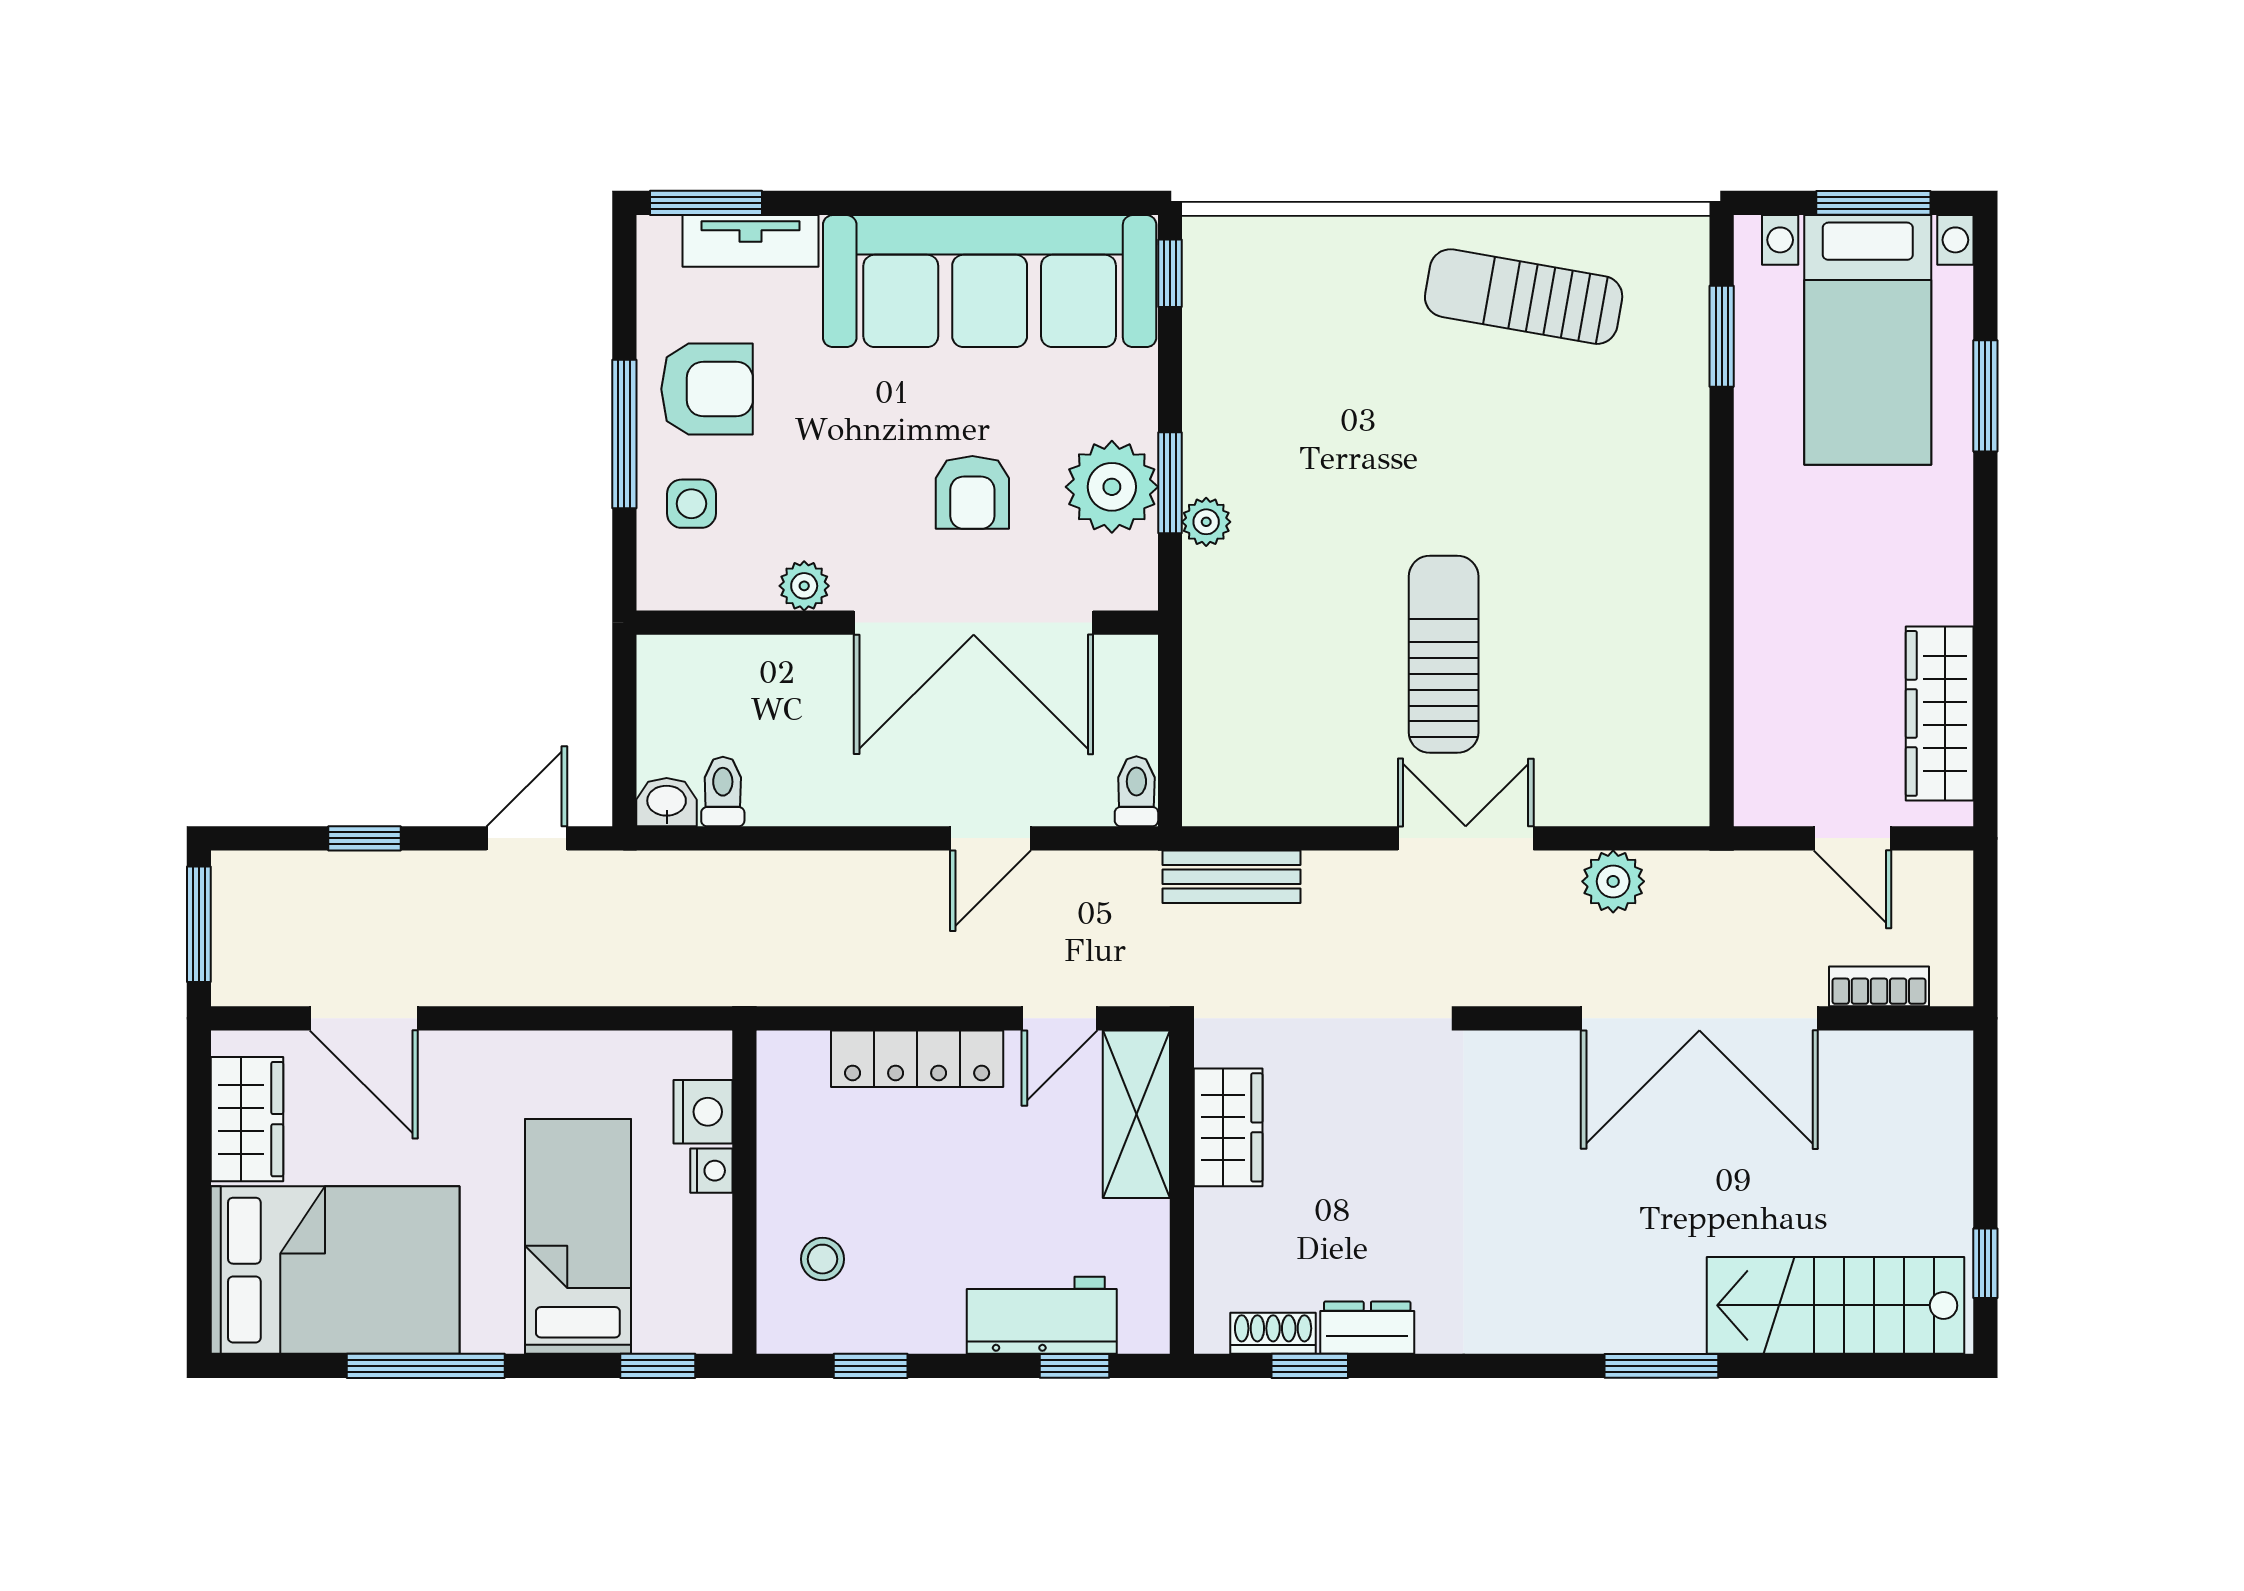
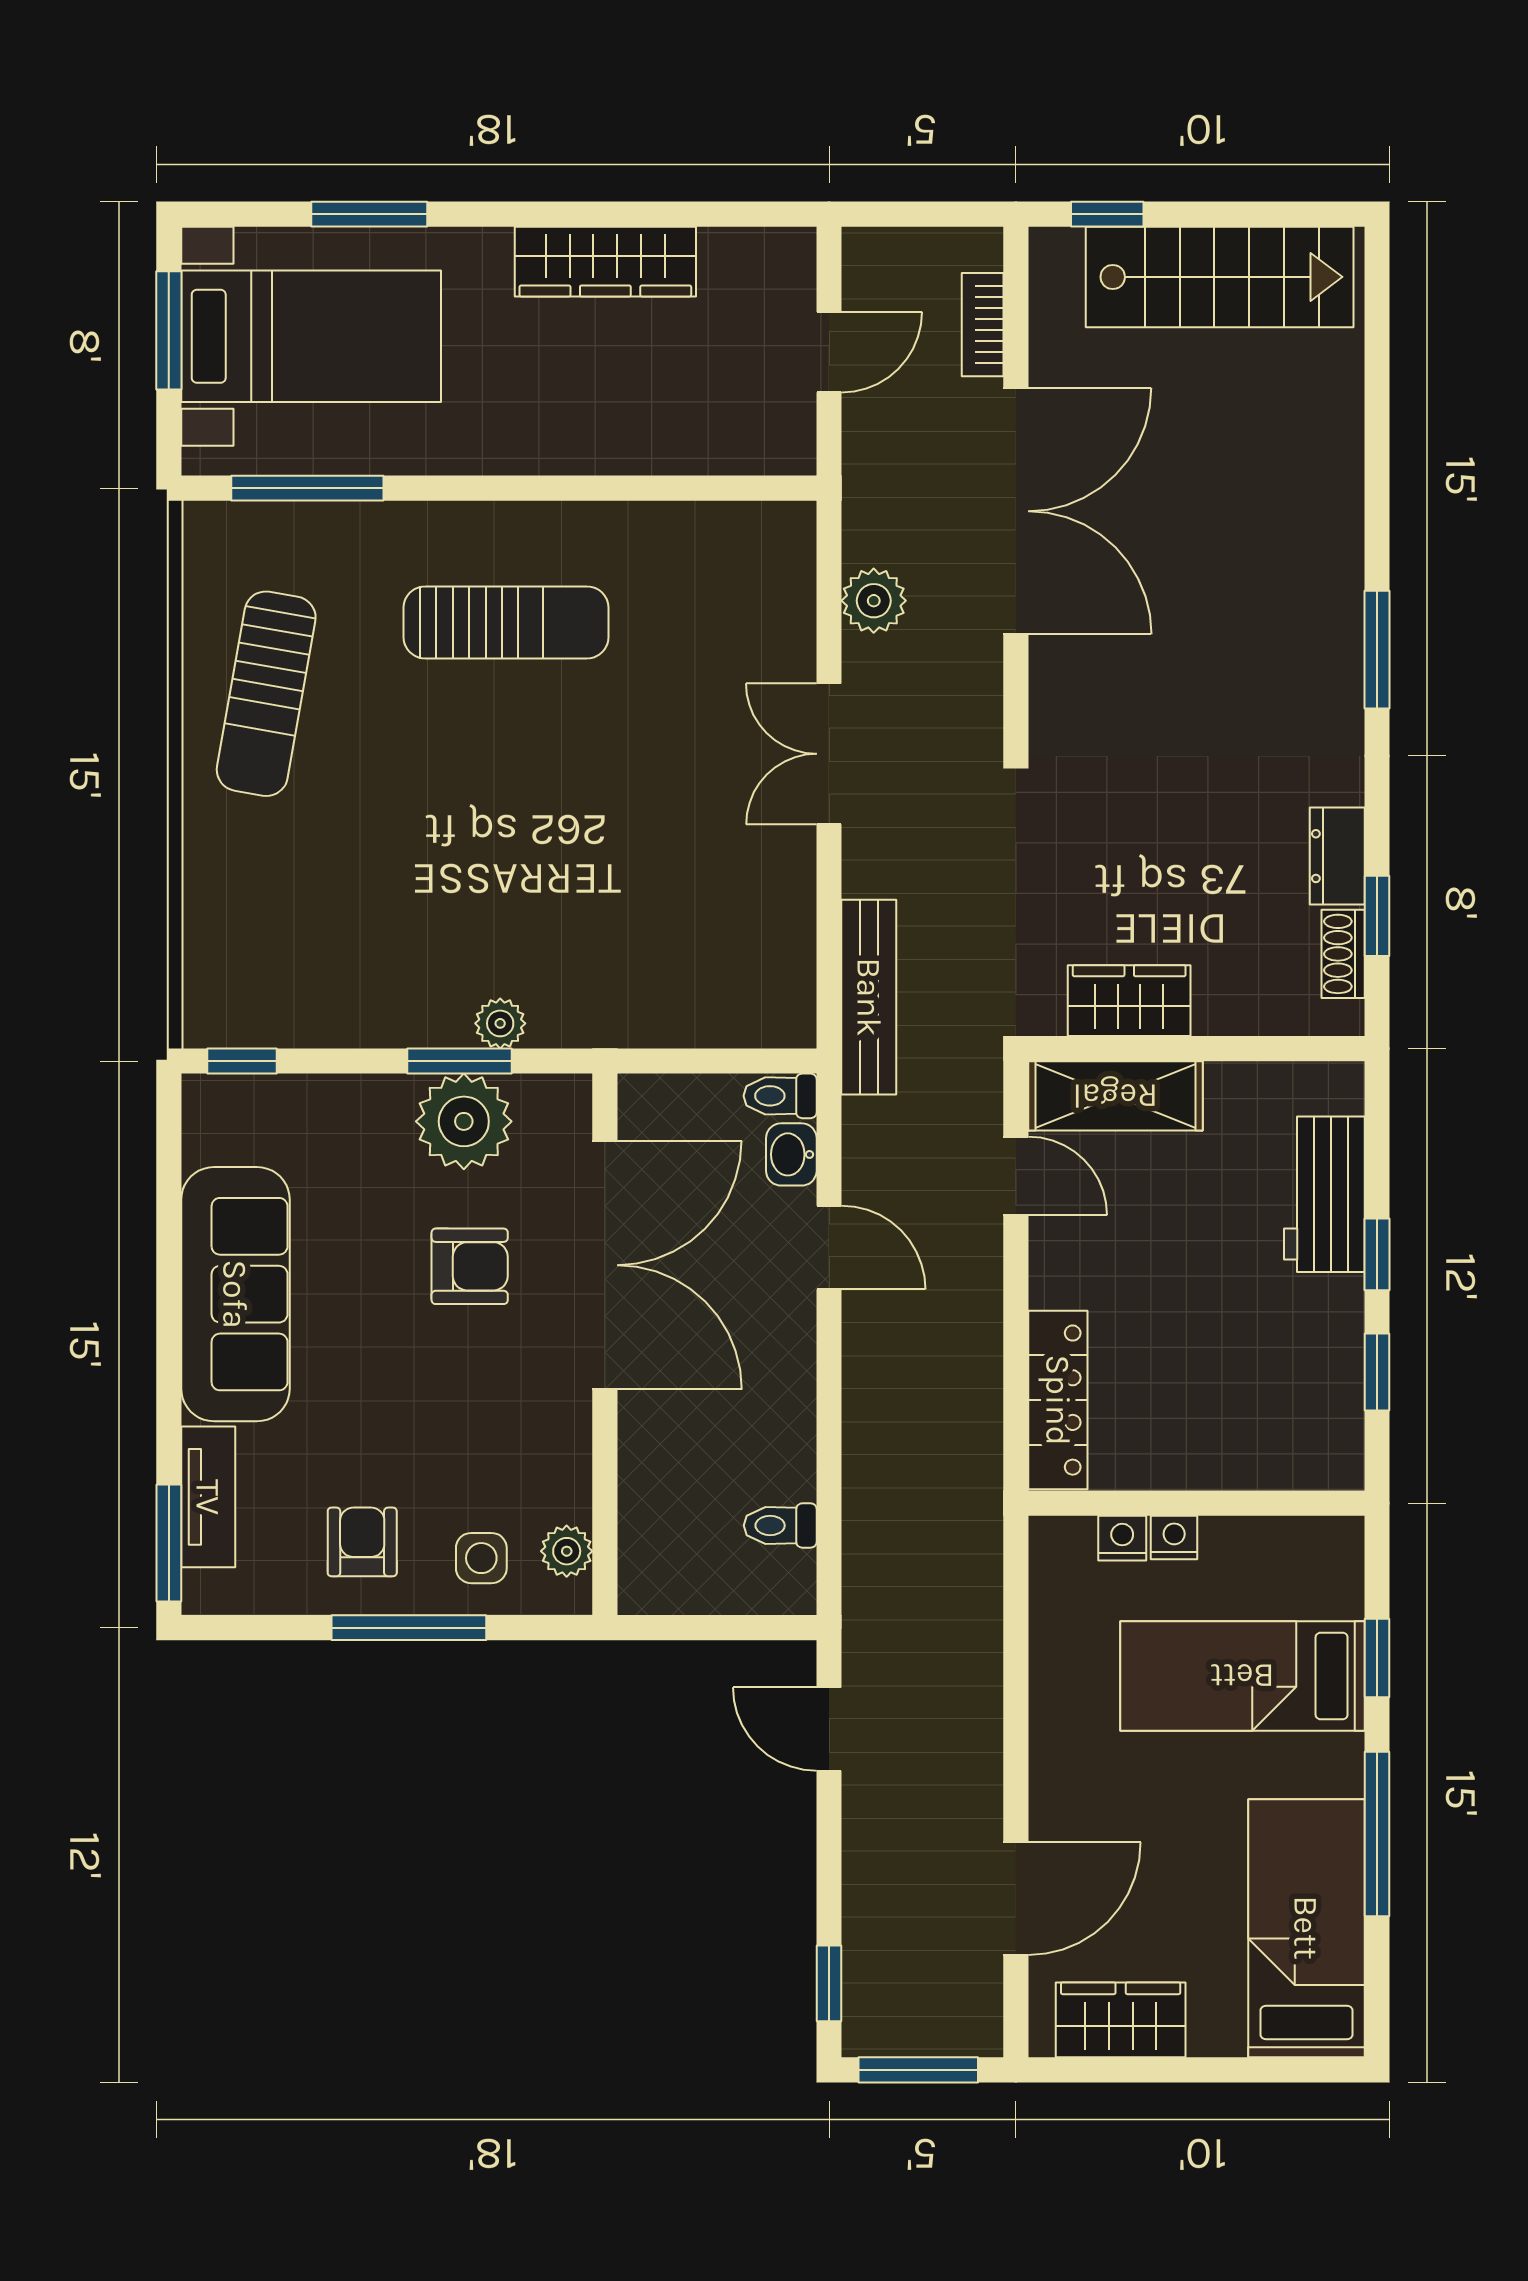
sofa: (990, 281) -> (235, 1294), width x0.74, depth x0.79
window: (1722, 336) -> (307, 488), width x1.44
armchair: (707, 389) -> (362, 1542), width x0.72, depth x0.72
plant: (804, 586) -> (567, 1551), moved
sun lounger: (1444, 654) -> (506, 622), moved, turned 180
wardrobe: (1940, 713) -> (605, 262), moved
washbasin: (667, 802) -> (791, 1154), moved
window: (365, 838) -> (829, 1983), moved
bench: (1231, 877) -> (869, 997), width x1.36
locker: (917, 1059) -> (1058, 1400), moved
nightstand: (703, 1112) -> (1122, 1538), width x0.72, depth x0.74
stool: (822, 1259) -> (1266, 1422), removed
window: (1985, 1263) -> (1107, 214), moved
bed: (335, 1270) -> (1306, 1928), width x0.67
stairs: (1835, 1305) -> (1220, 277), moved, turned -90
window: (658, 1366) -> (1377, 1658), moved
window: (1075, 1366) -> (1377, 1254), moved
window: (1661, 1366) -> (1377, 650), moved

